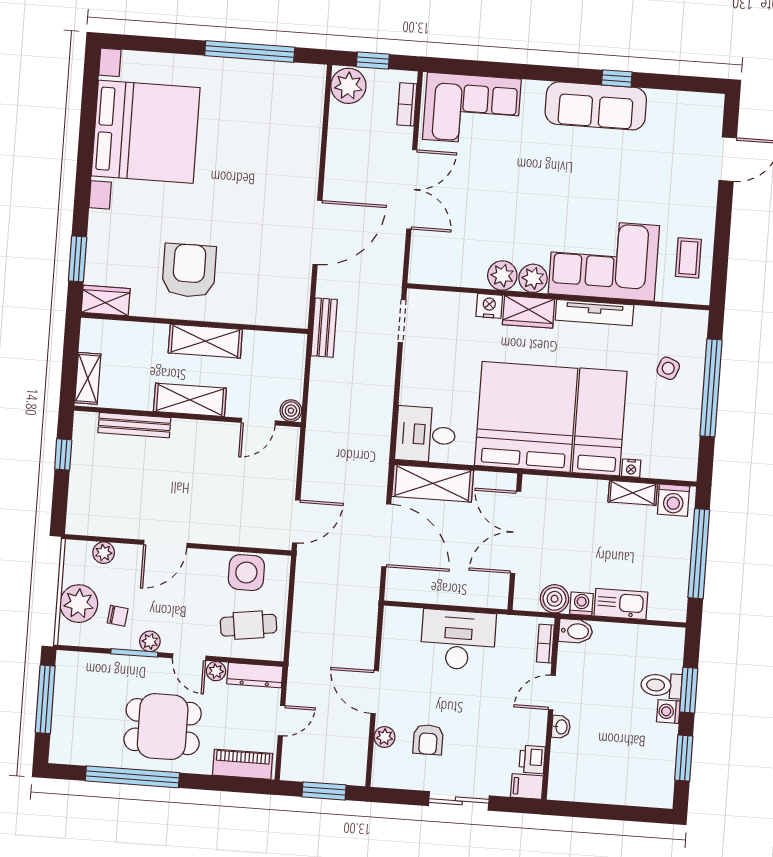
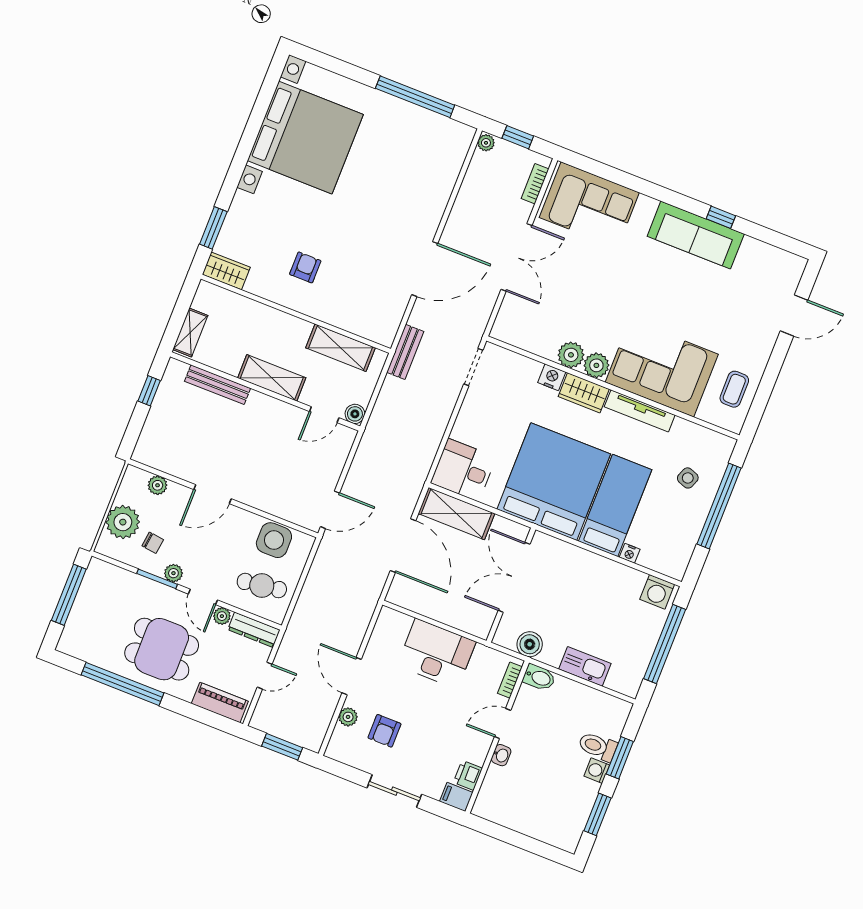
plant: (348, 86) -> (486, 143), width x0.53, depth x0.53
armchair: (189, 271) -> (305, 267), width x0.53, depth x0.53
shelving: (205, 341) -> (341, 348), moved
shelving: (633, 493) -> (624, 575), removed
washing machine: (581, 604) -> (551, 656), removed

